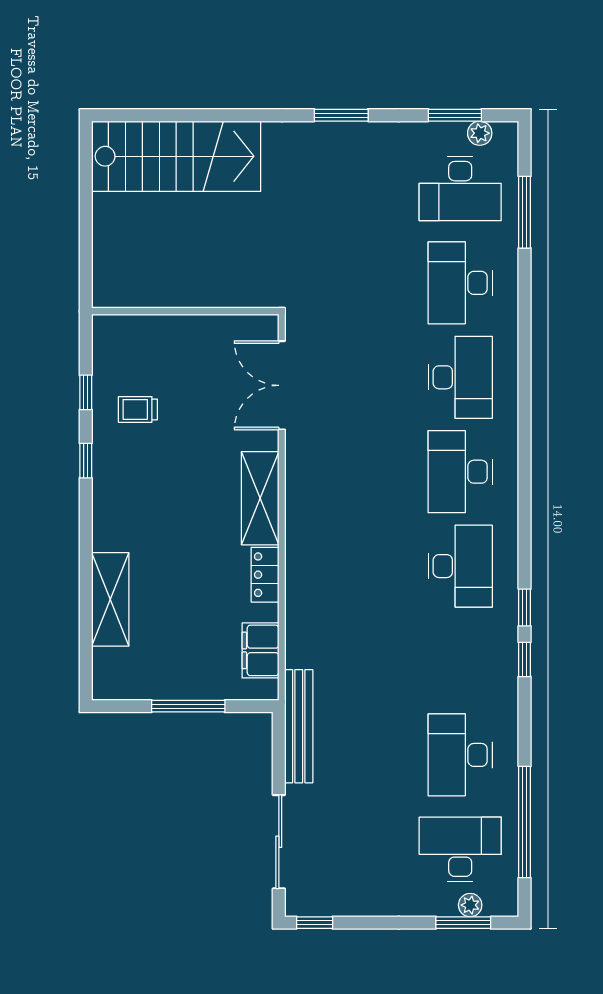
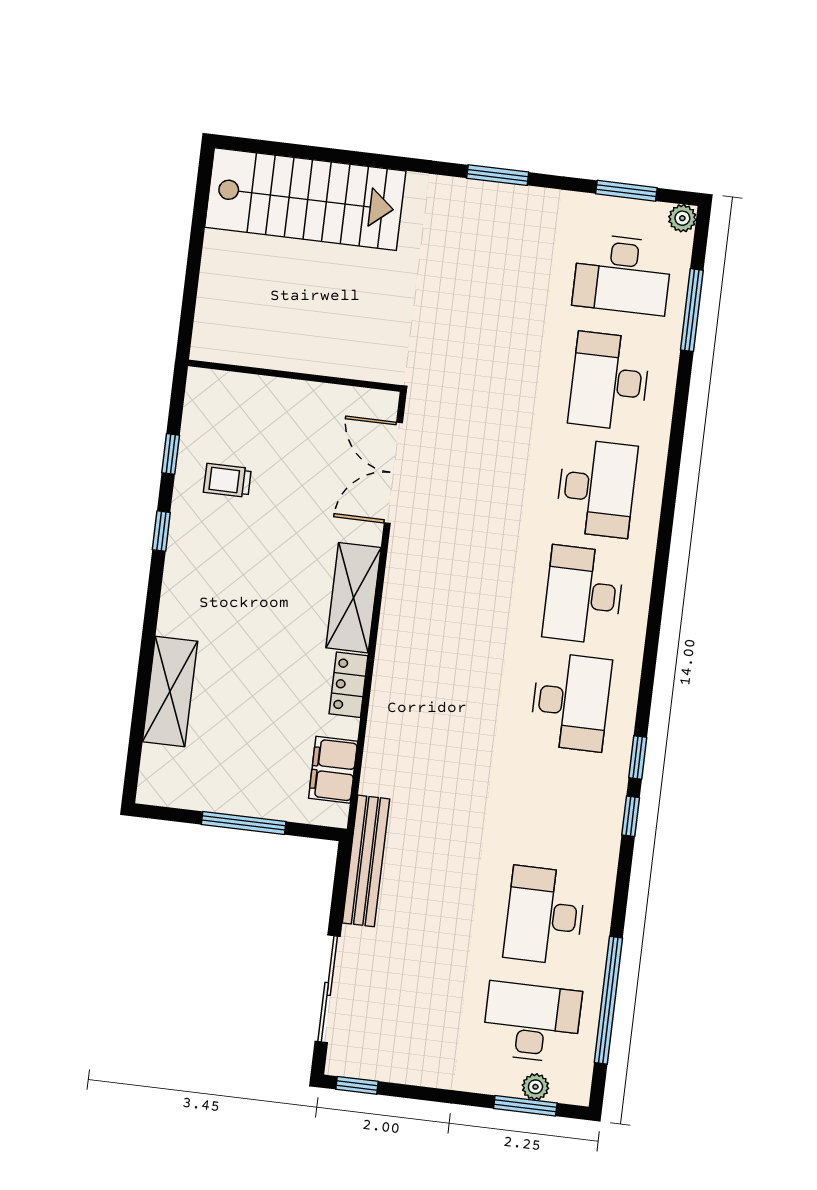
plant: (480, 133) -> (682, 218), moved

